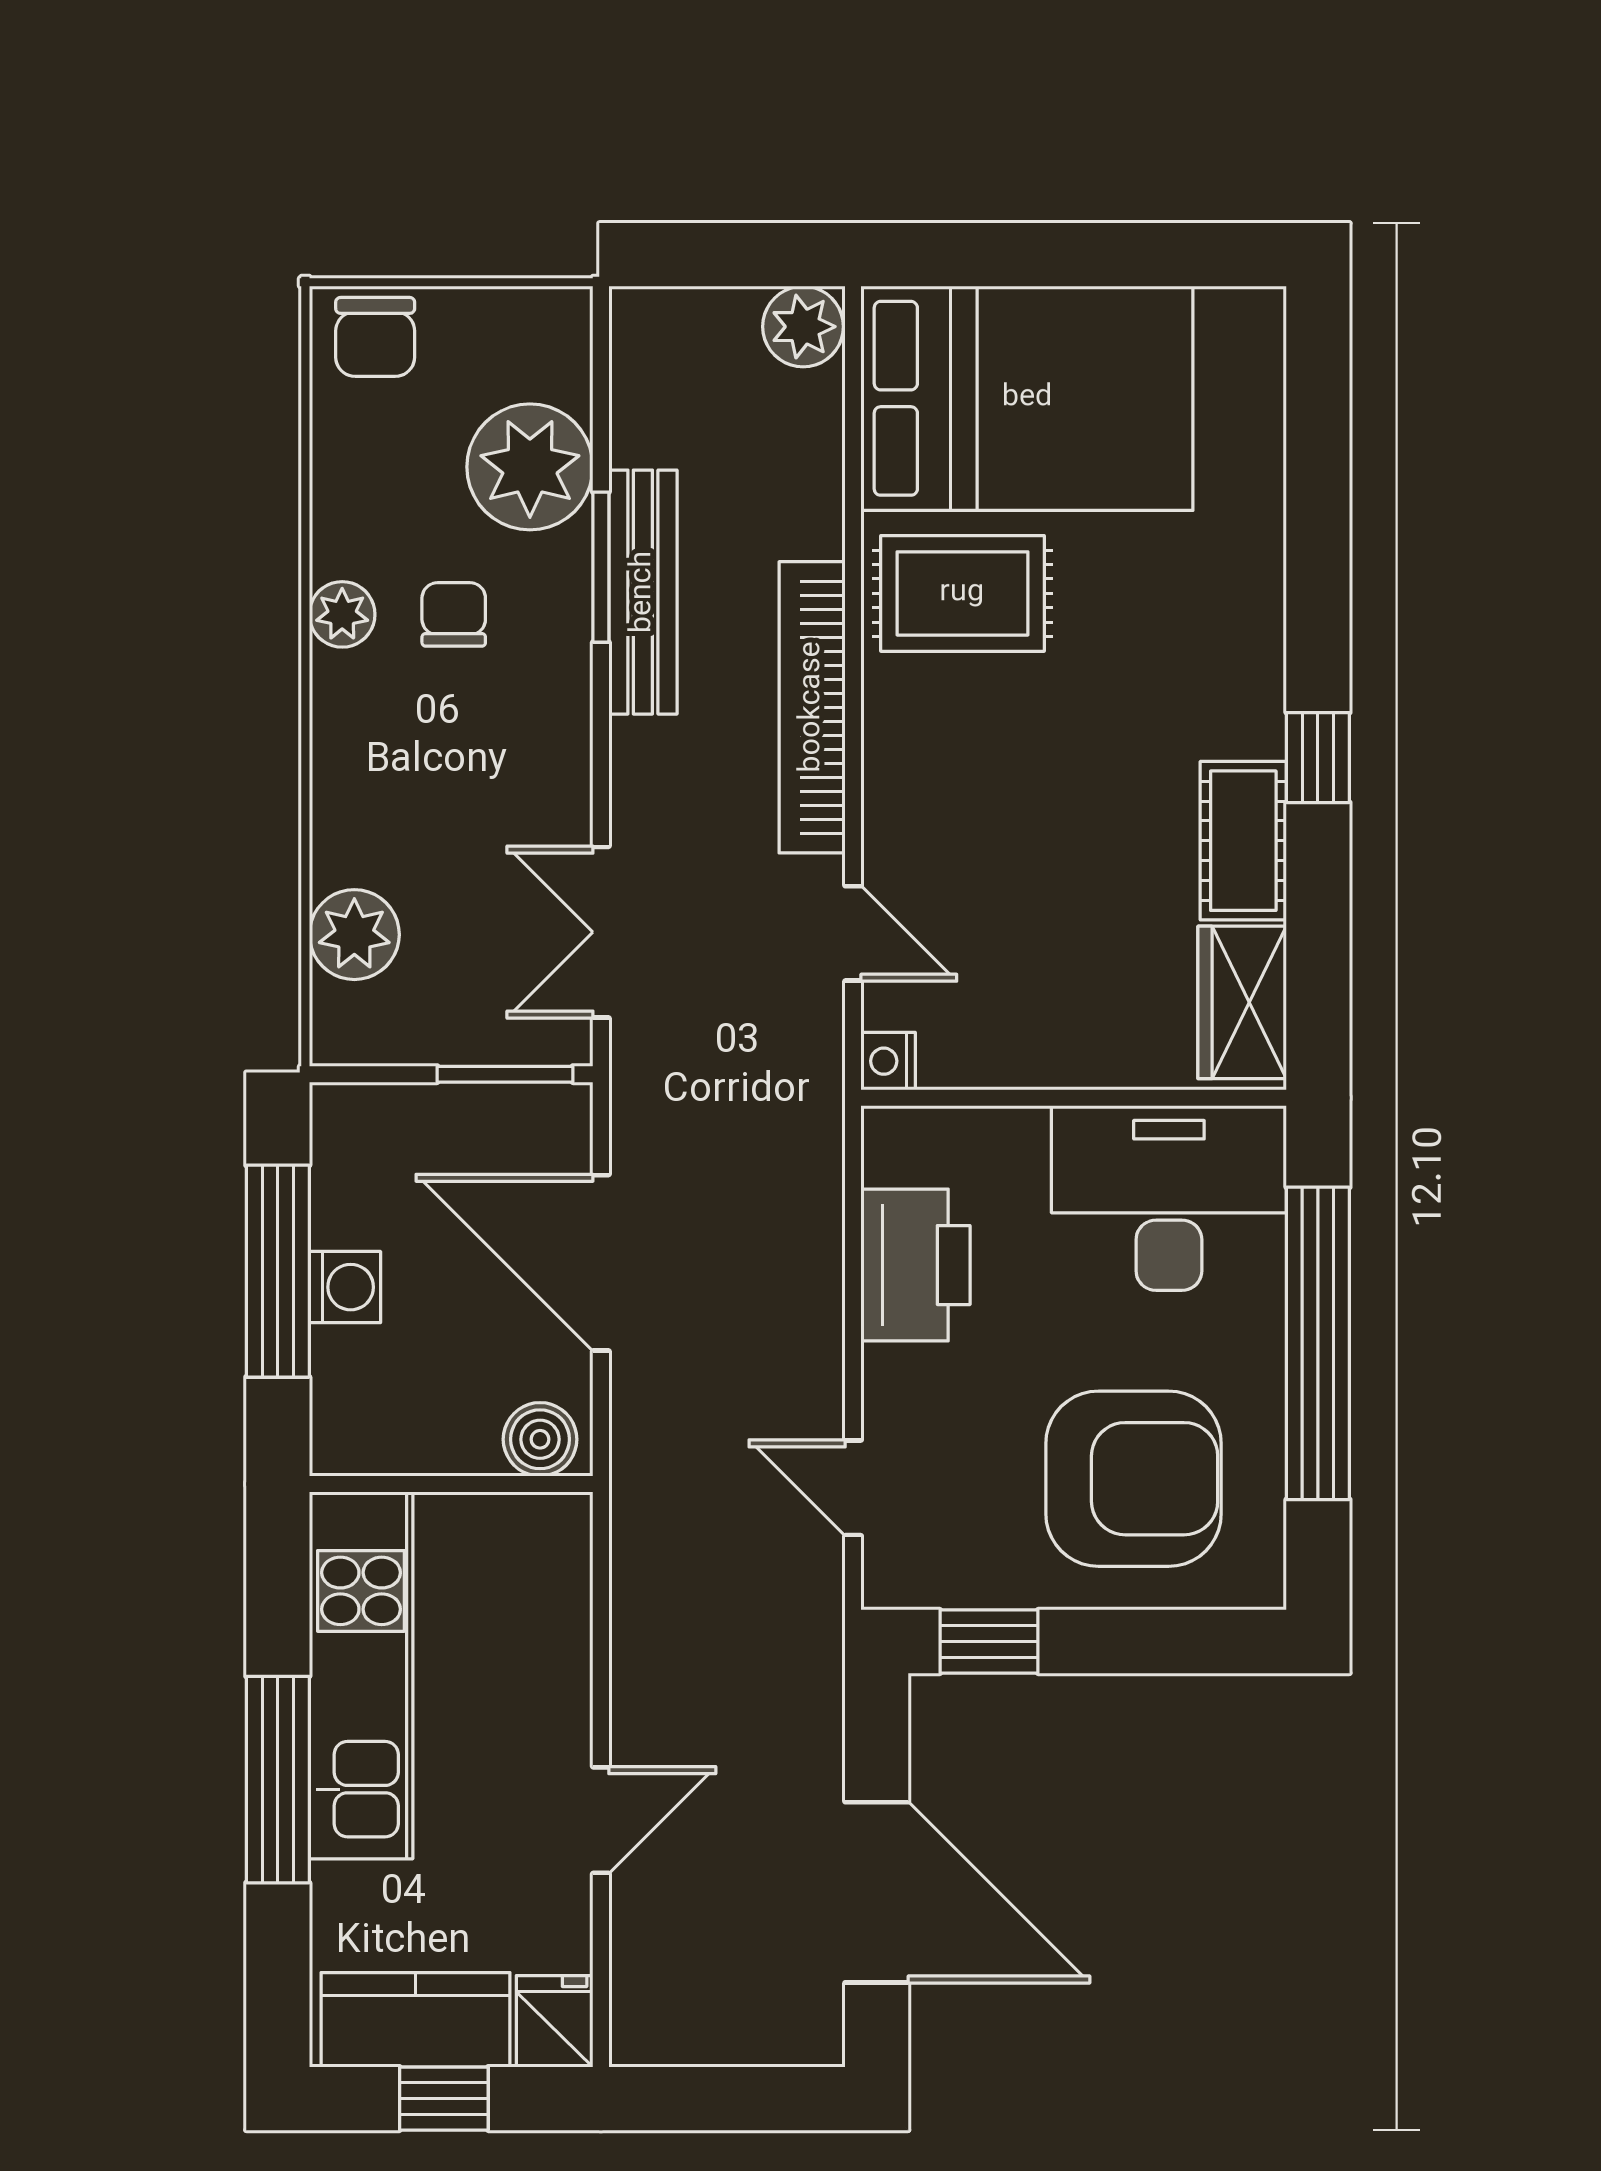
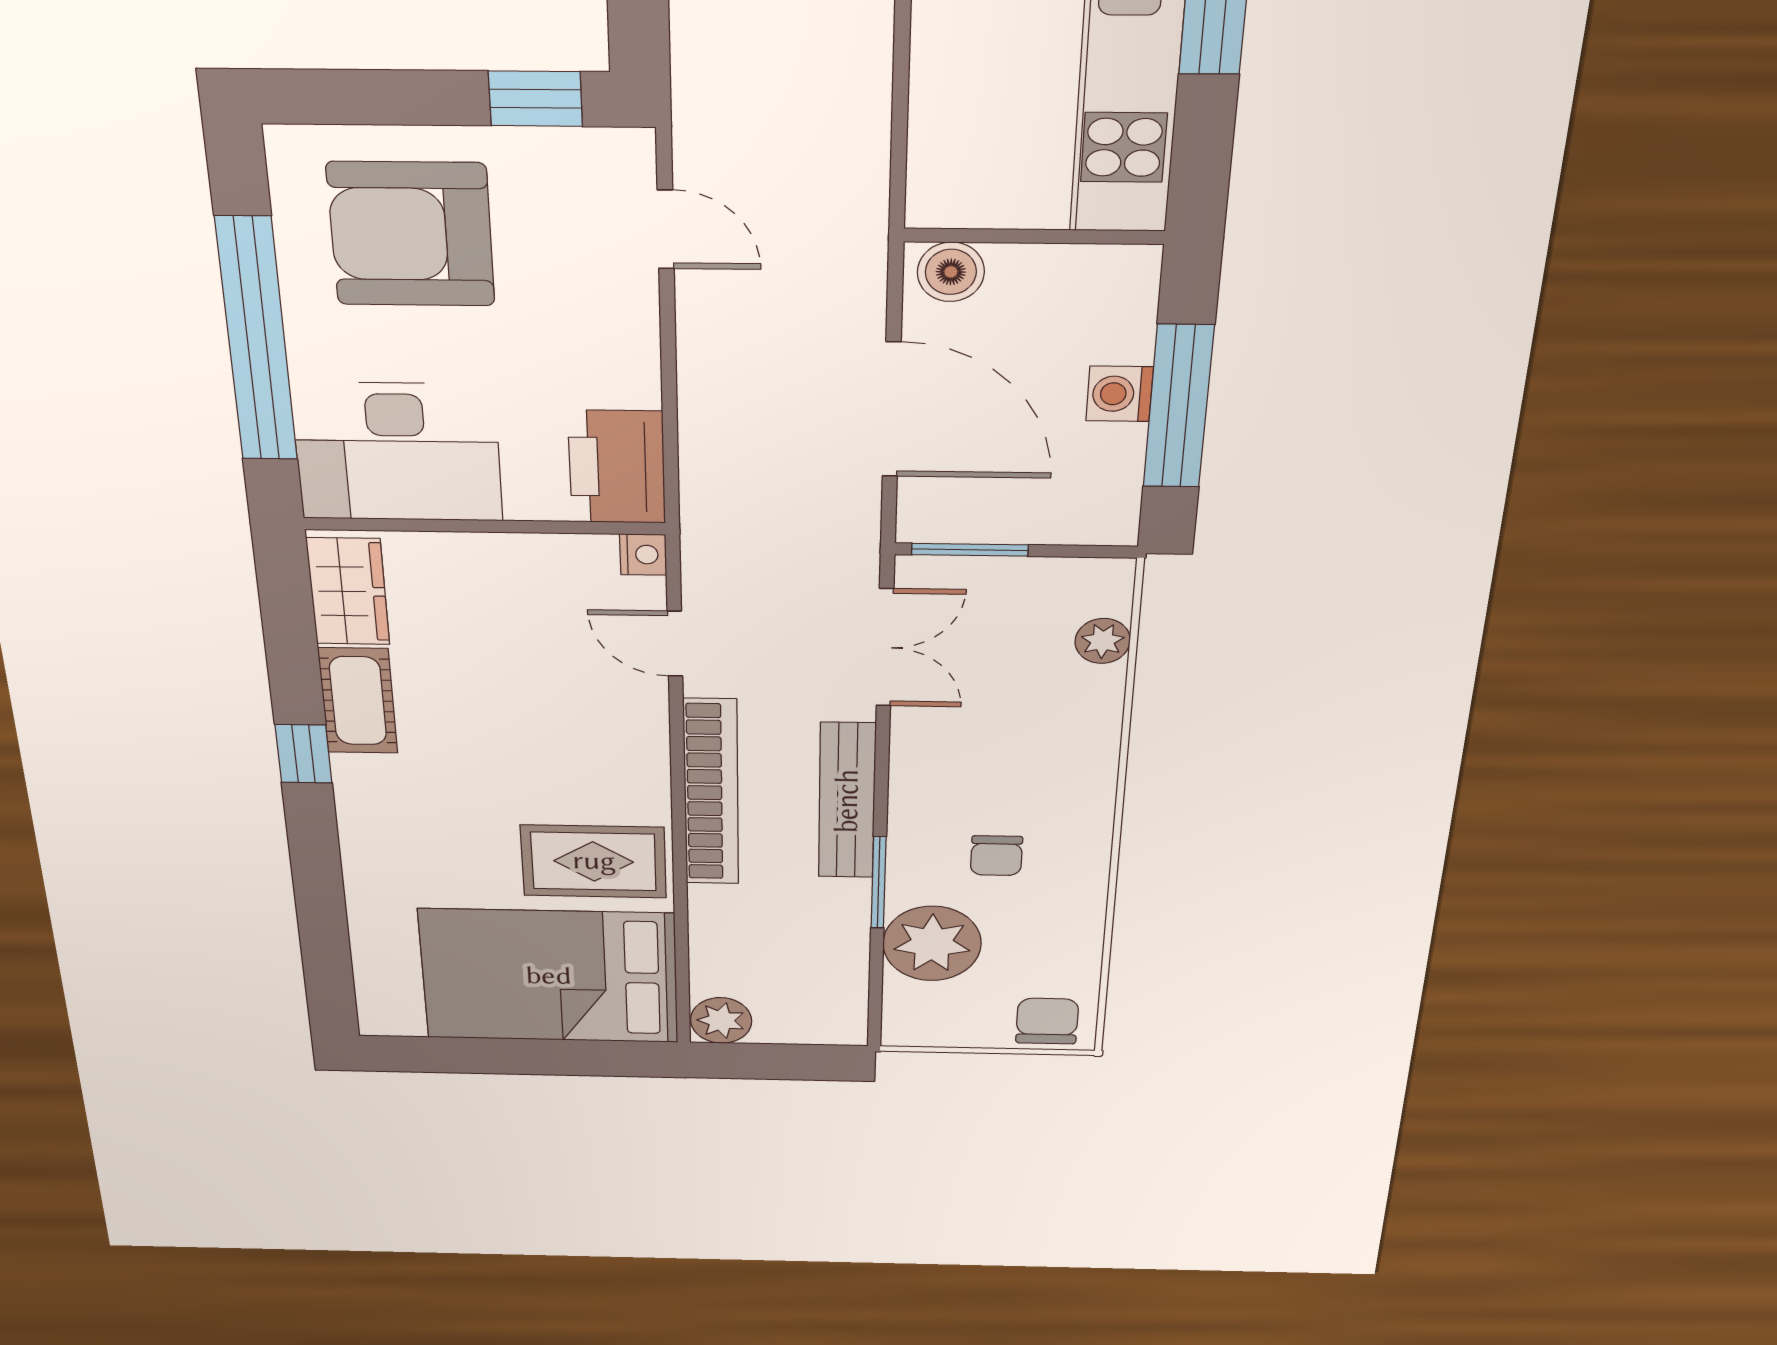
bench: (643, 592) -> (847, 801), moved
plant: (342, 614) -> (1085, 857), removed
plant: (354, 935) -> (1103, 641), width x0.73, depth x0.73
printer: (915, 1265) -> (617, 467), moved

